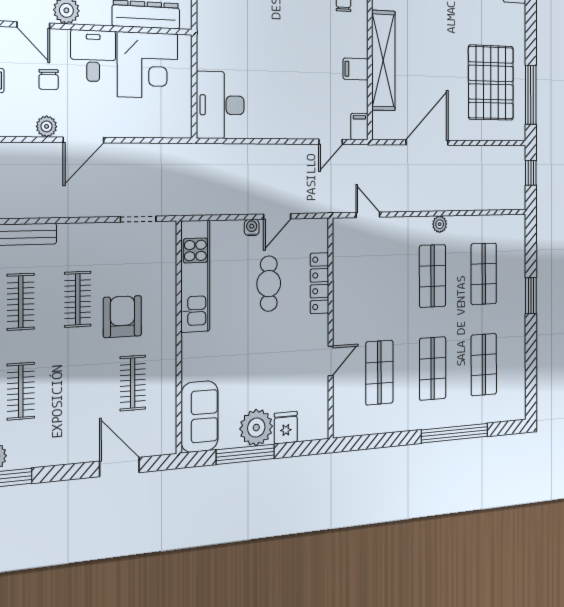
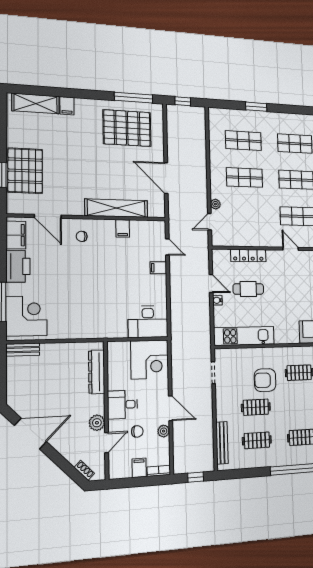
corner desk: (148, 65) -> (150, 359), moved, turned 90
filing cabinet: (359, 127) -> (158, 268), moved
plant: (440, 224) -> (215, 204), moved

